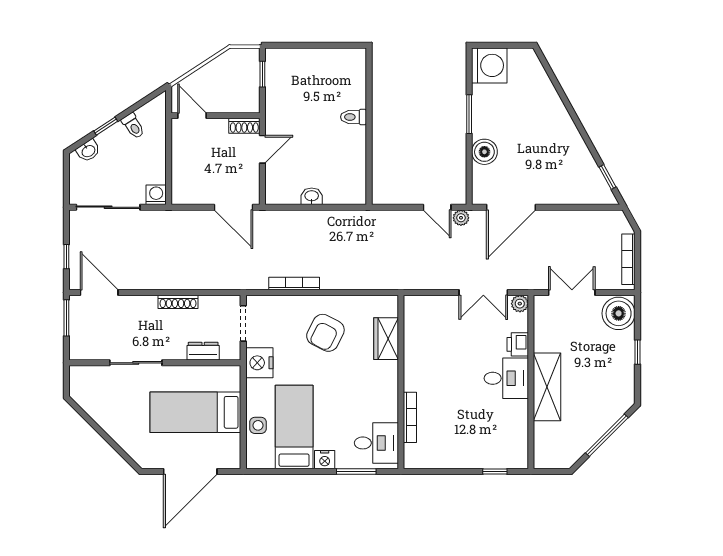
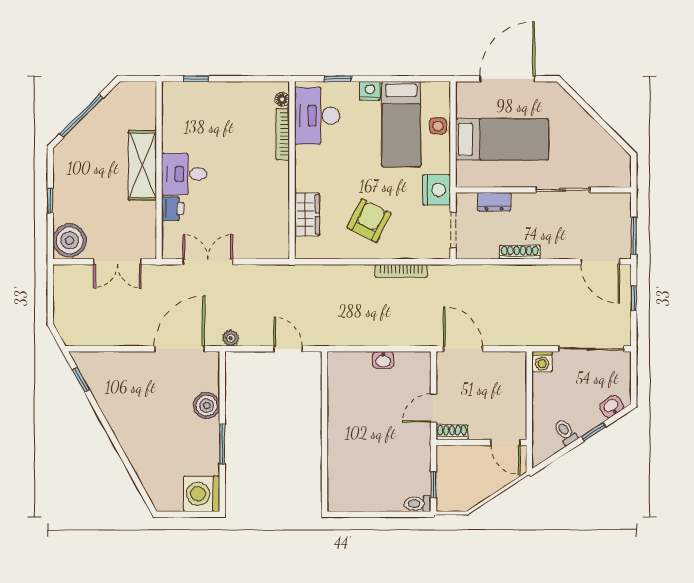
toilet: (354, 117) -> (418, 504), moved, turned 180
door: (437, 207) -> (288, 349), moved
bookcase: (628, 259) -> (59, 296), removed
plant: (520, 304) -> (170, 250), removed
desk: (376, 443) -> (317, 116), width x1.37
floor lamp: (411, 451) -> (282, 99), added
window: (356, 471) -> (338, 79), width x0.67

